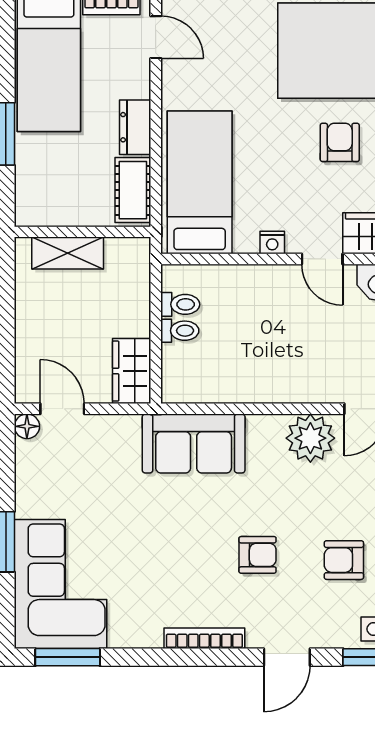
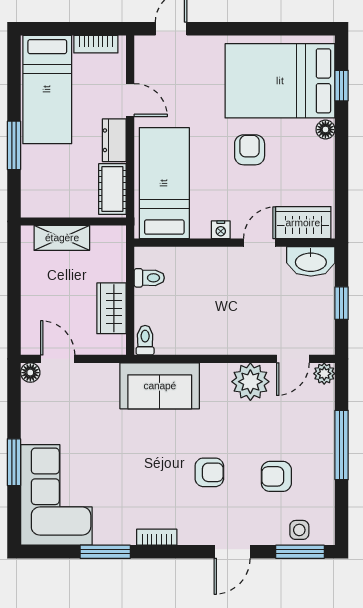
door: (156, 37) -> (130, 100), moved
armchair: (340, 142) -> (250, 150), moved
door: (322, 259) -> (259, 243), swing flipped
toilet: (180, 331) -> (145, 340), moved, turned -90
wardrobe: (132, 371) -> (112, 308), moved
bookcase: (204, 638) -> (157, 537), width x0.64
window: (68, 657) -> (105, 552), moved

